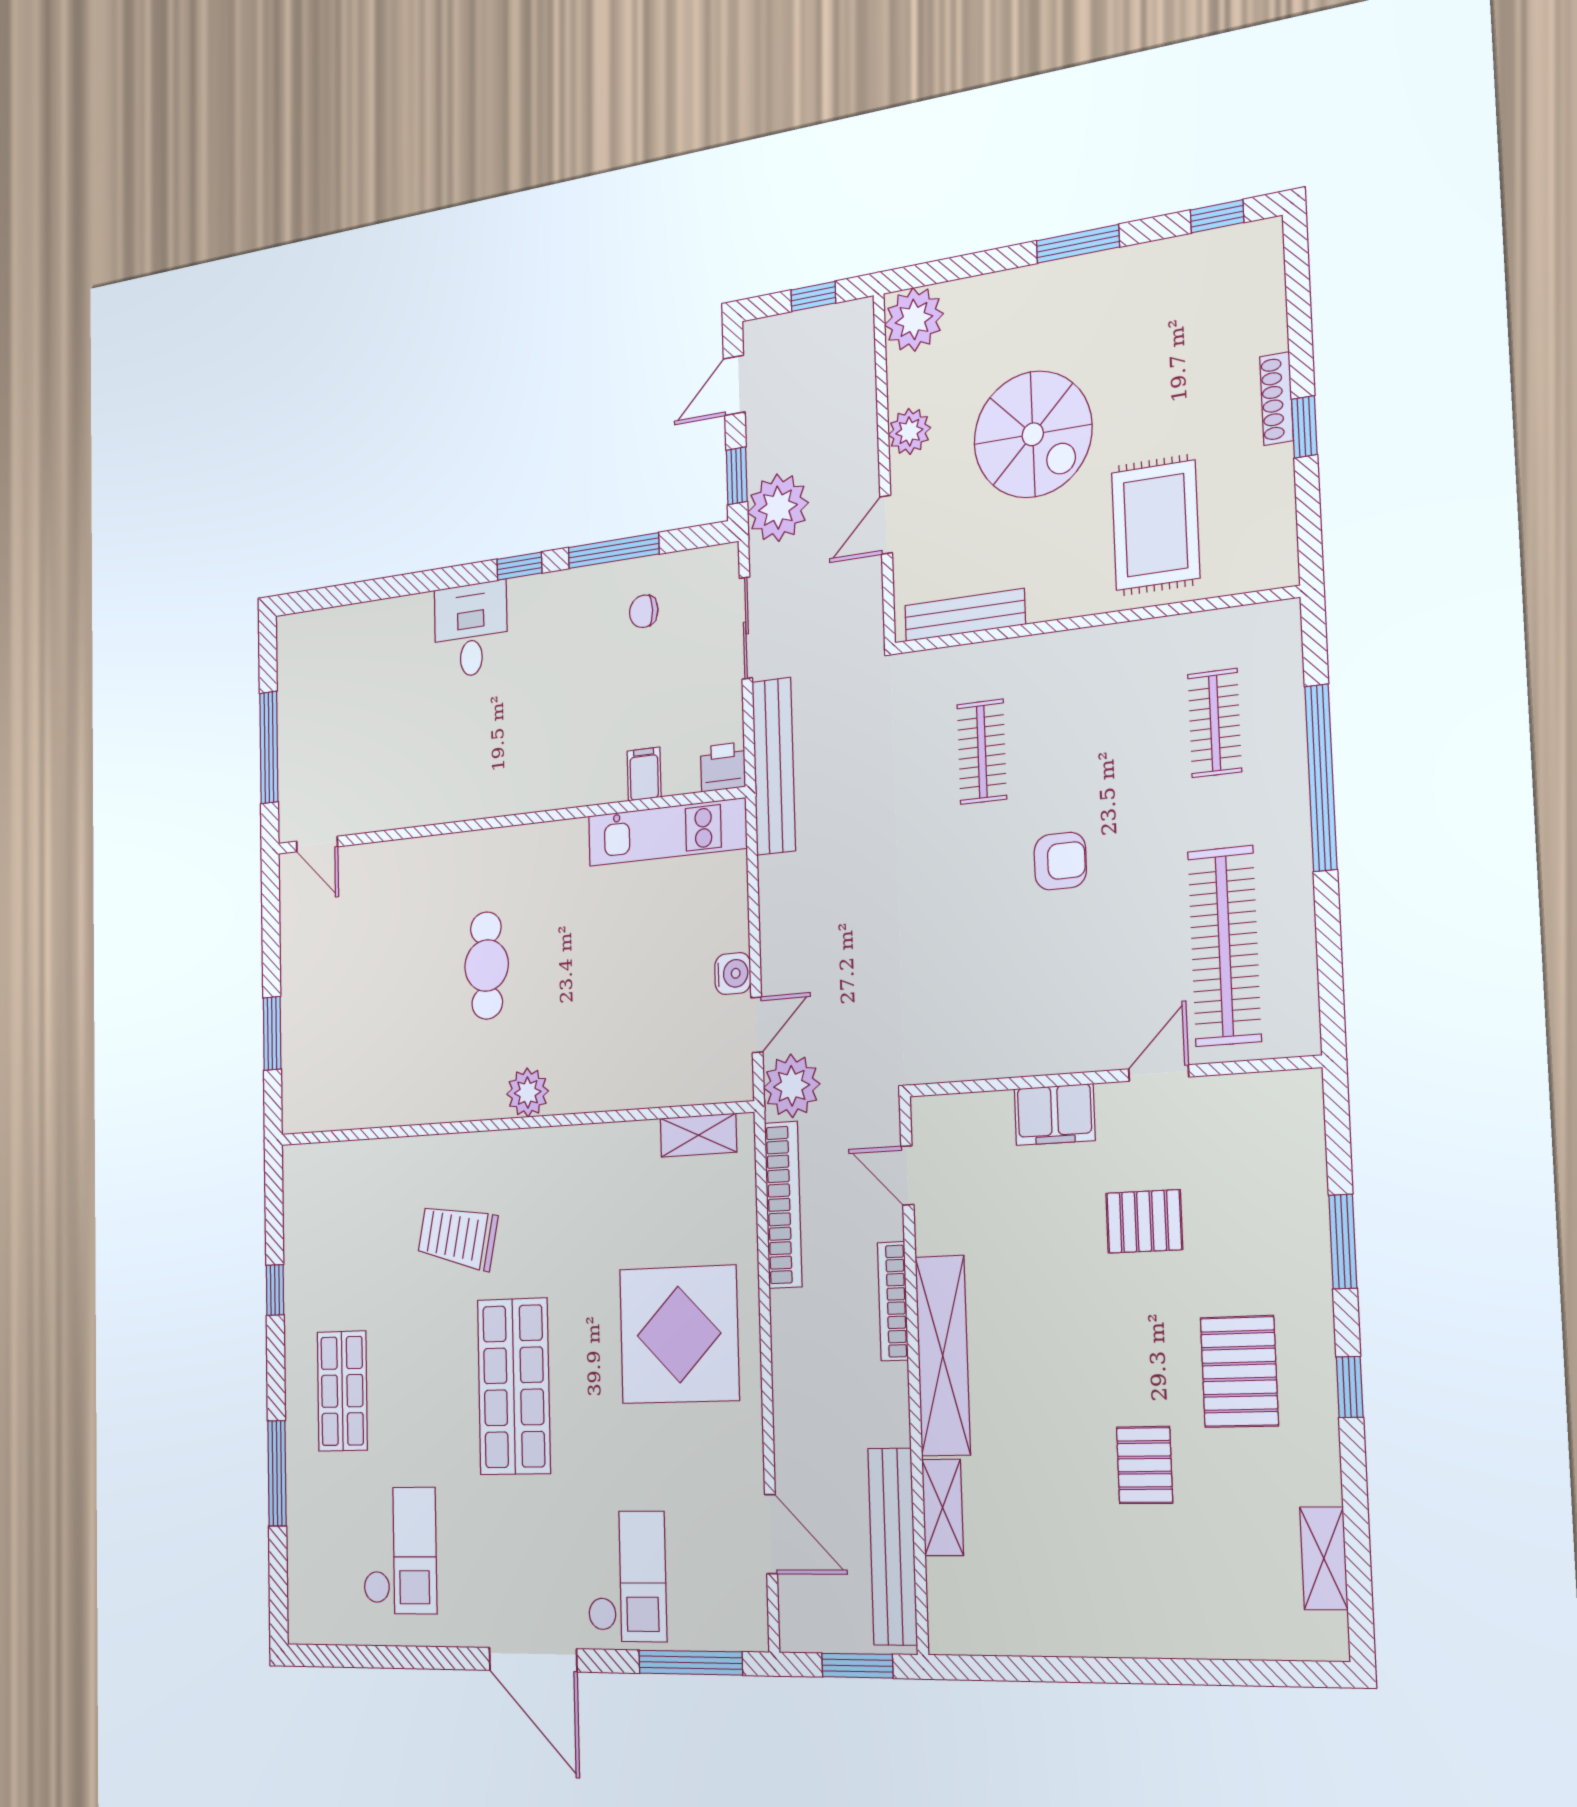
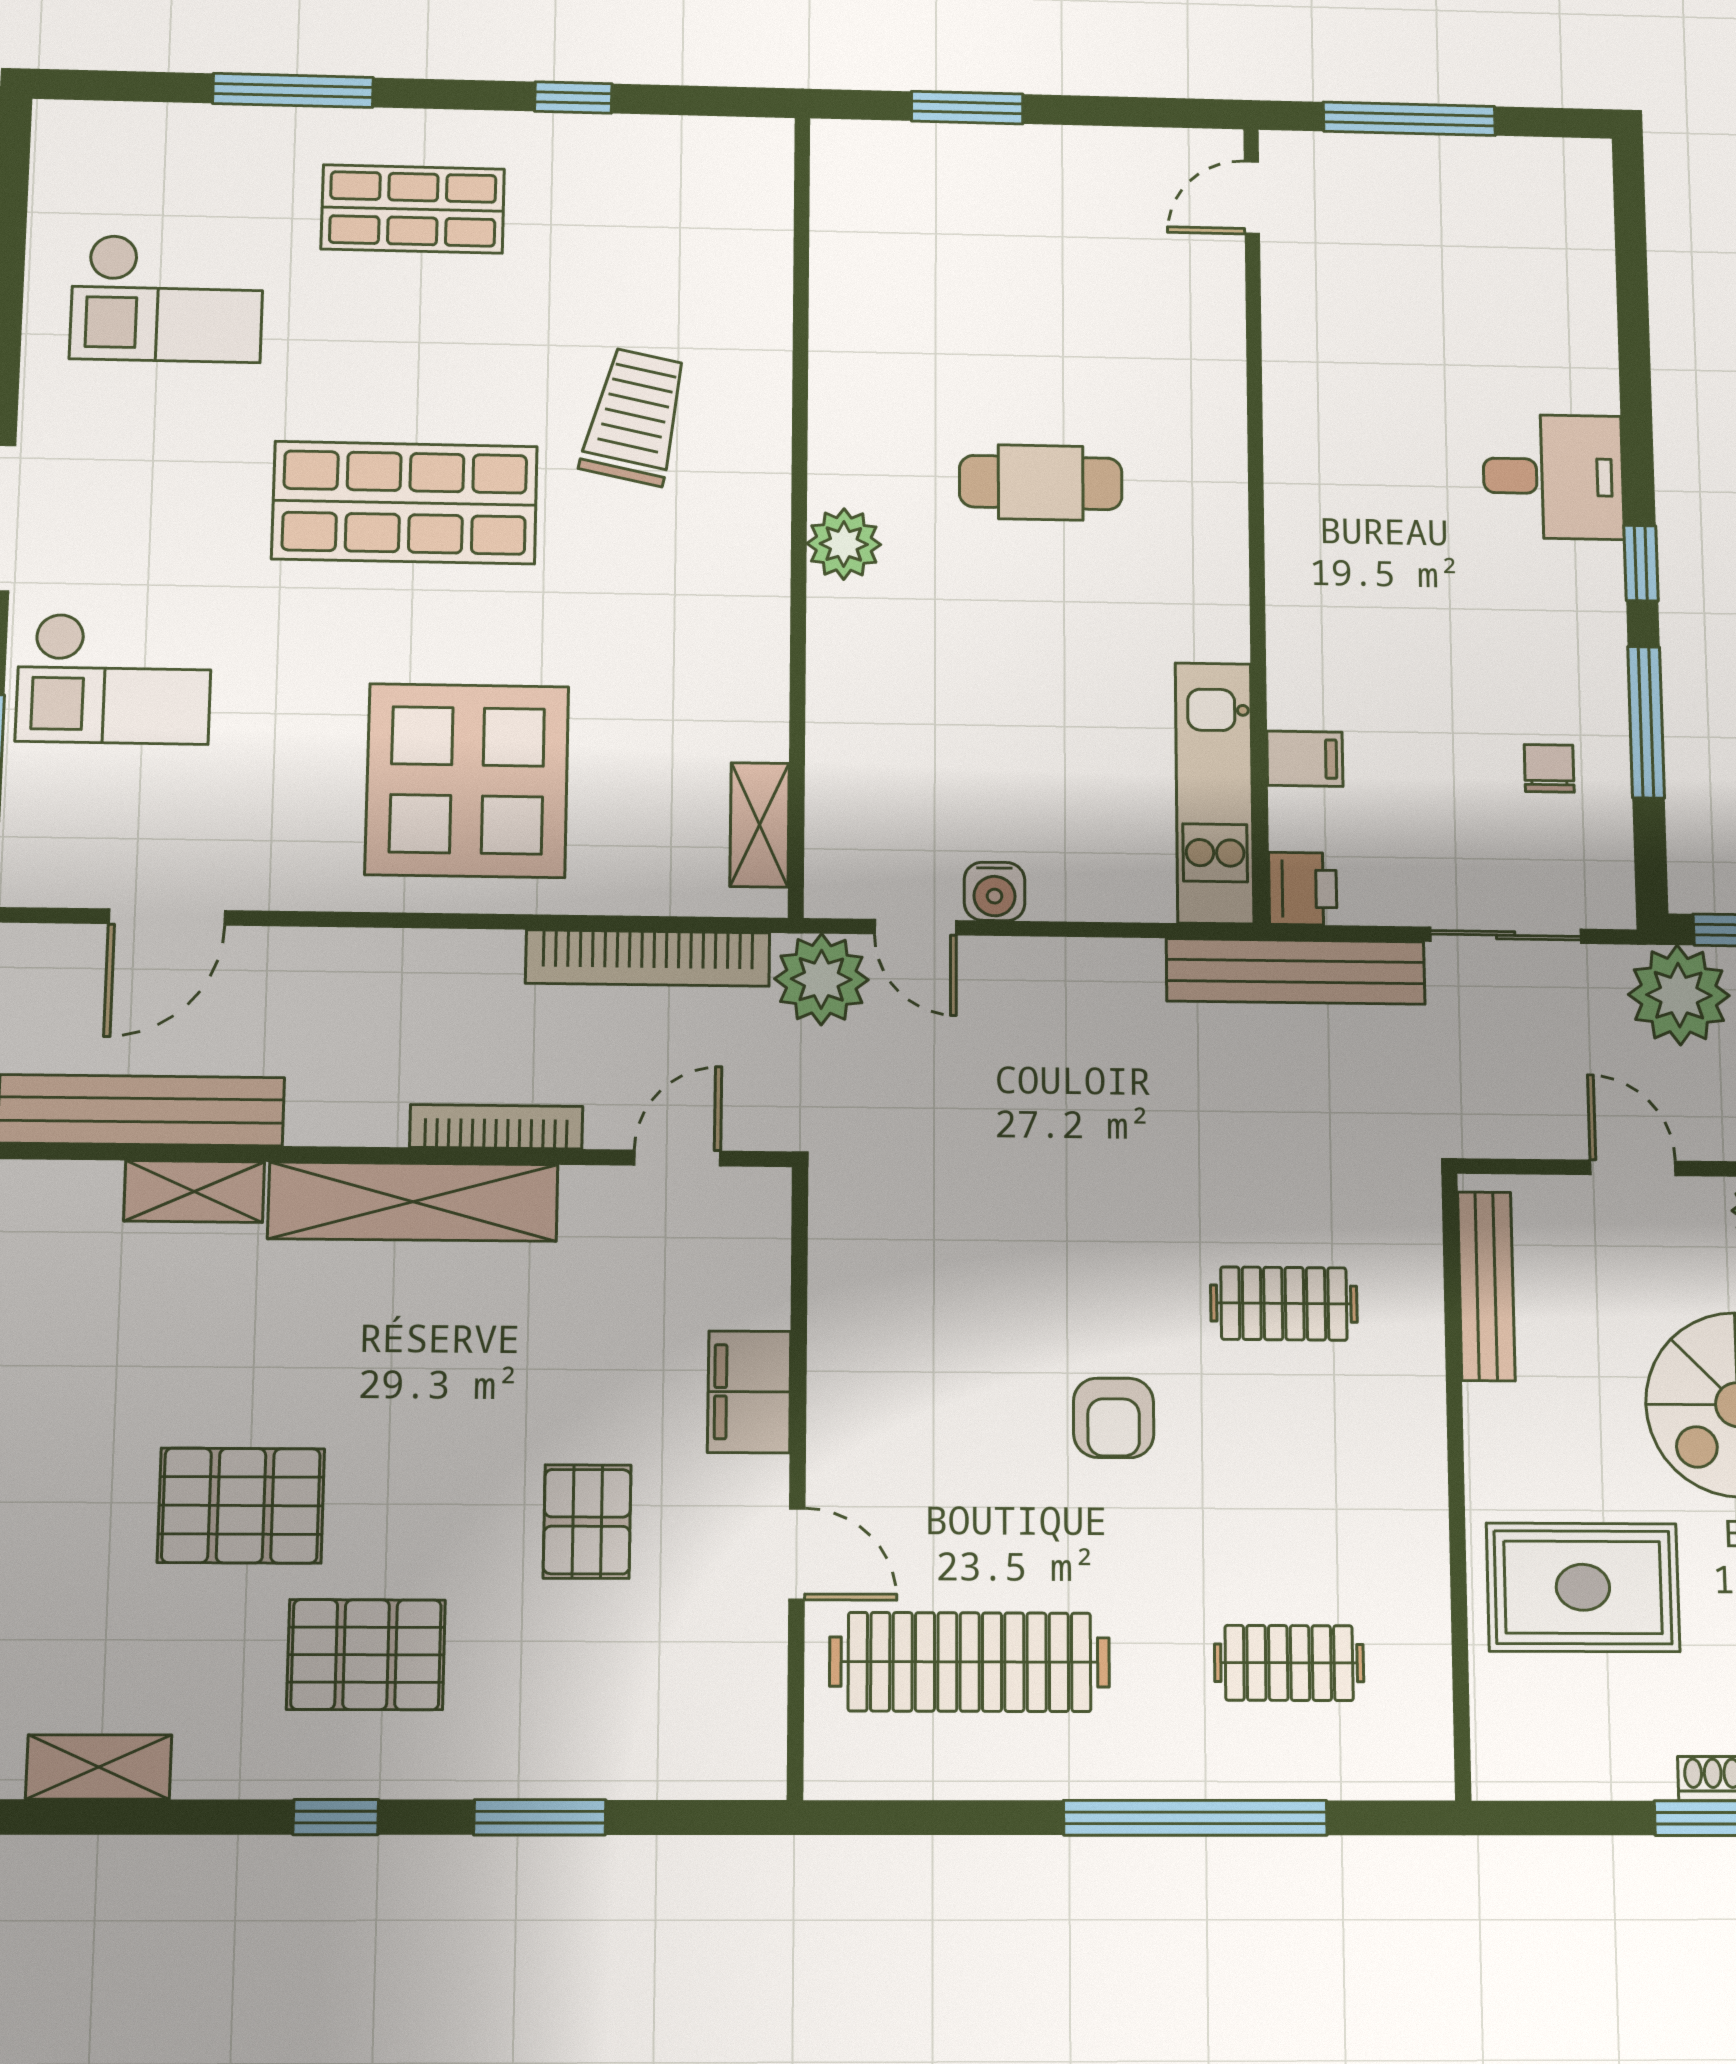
pallet: (1145, 1465) -> (241, 1506), width x1.50, depth x1.42

